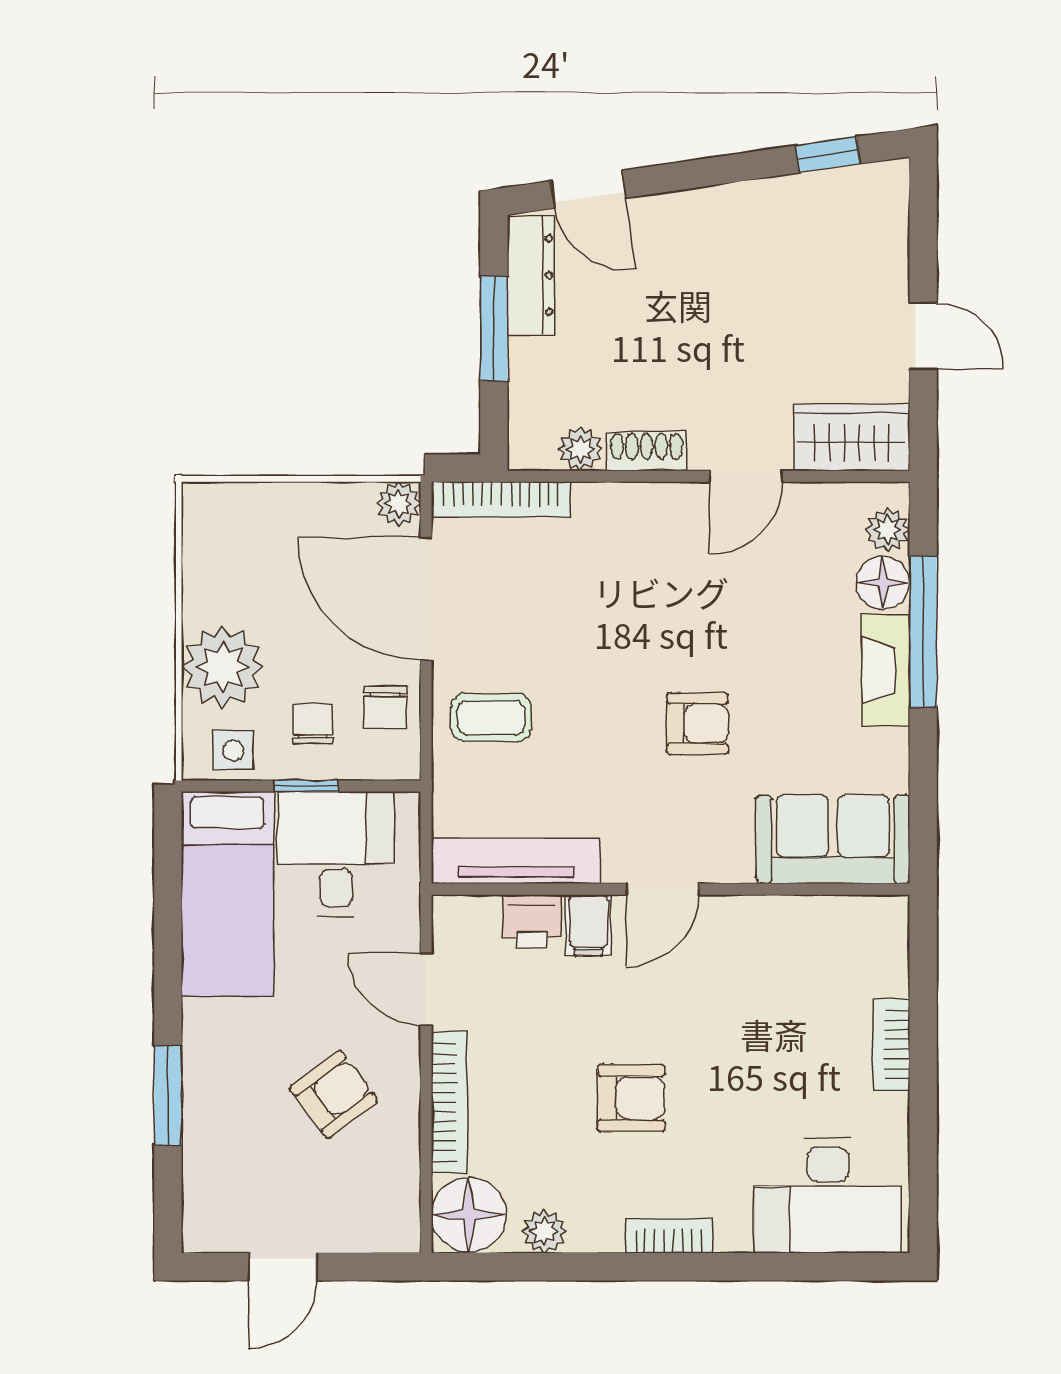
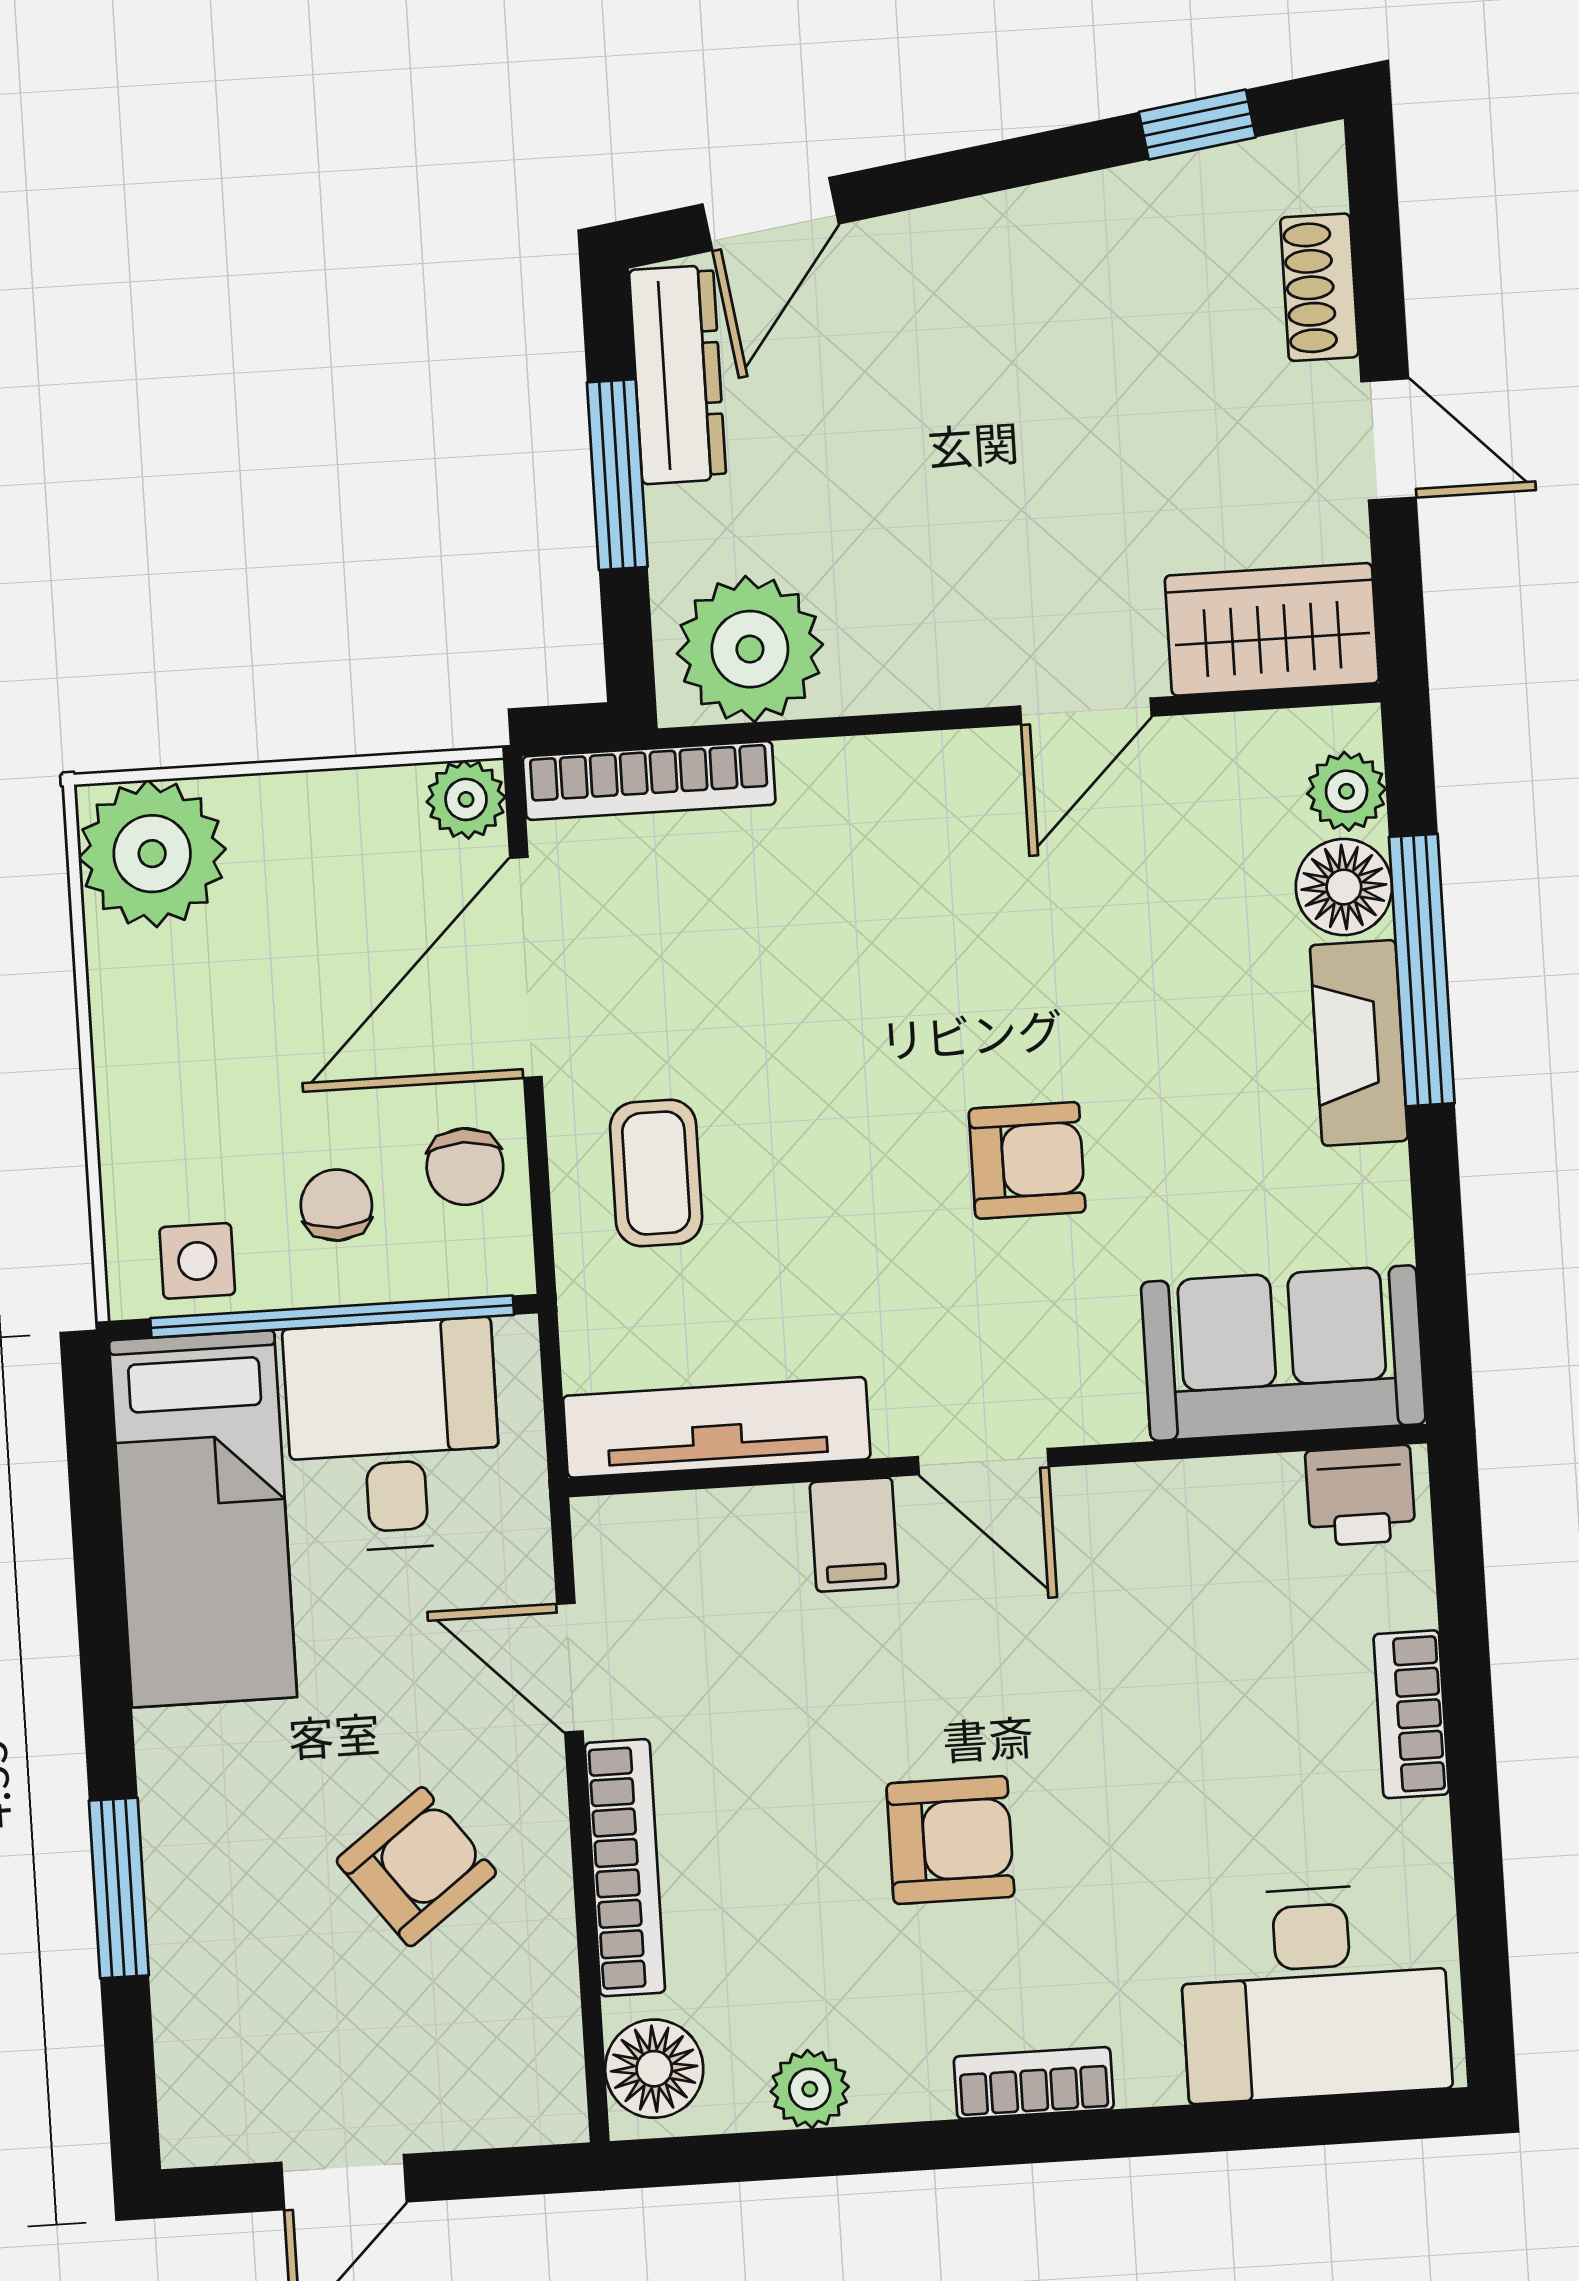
door: (588, 189) -> (771, 214), hinge flipped
plant: (580, 449) -> (750, 649), width x1.88, depth x1.88
shoe rack: (647, 451) -> (1319, 287), moved, turned -90
door: (426, 599) -> (526, 967), hinge flipped
plant: (223, 667) -> (152, 854), moved
coffee table: (491, 718) -> (656, 1173), turned 90
window: (306, 786) -> (332, 1317), width x3.17
door: (663, 889) -> (983, 1462), hinge flipped
printer: (532, 921) -> (1360, 1496), moved
floor lamp: (469, 1215) -> (654, 2069), width x0.73, depth x0.73

